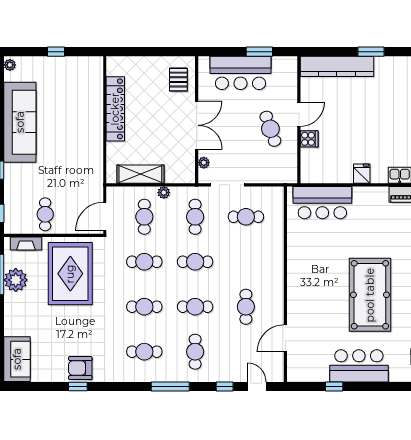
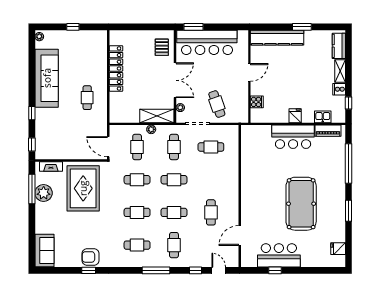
window: (259, 52) -> (194, 27), moved
bar counter: (240, 73) -> (207, 42), width x1.36
cafe table: (270, 129) -> (217, 104), moved
cooker: (309, 139) -> (257, 102), moved
shelving: (140, 174) -> (157, 116), moved
bar counter: (322, 203) -> (293, 137), moved
cafe table: (45, 214) -> (87, 98), moved
door: (105, 216) -> (108, 147), hinge flipped
bar counter: (359, 366) -> (279, 255), moved

